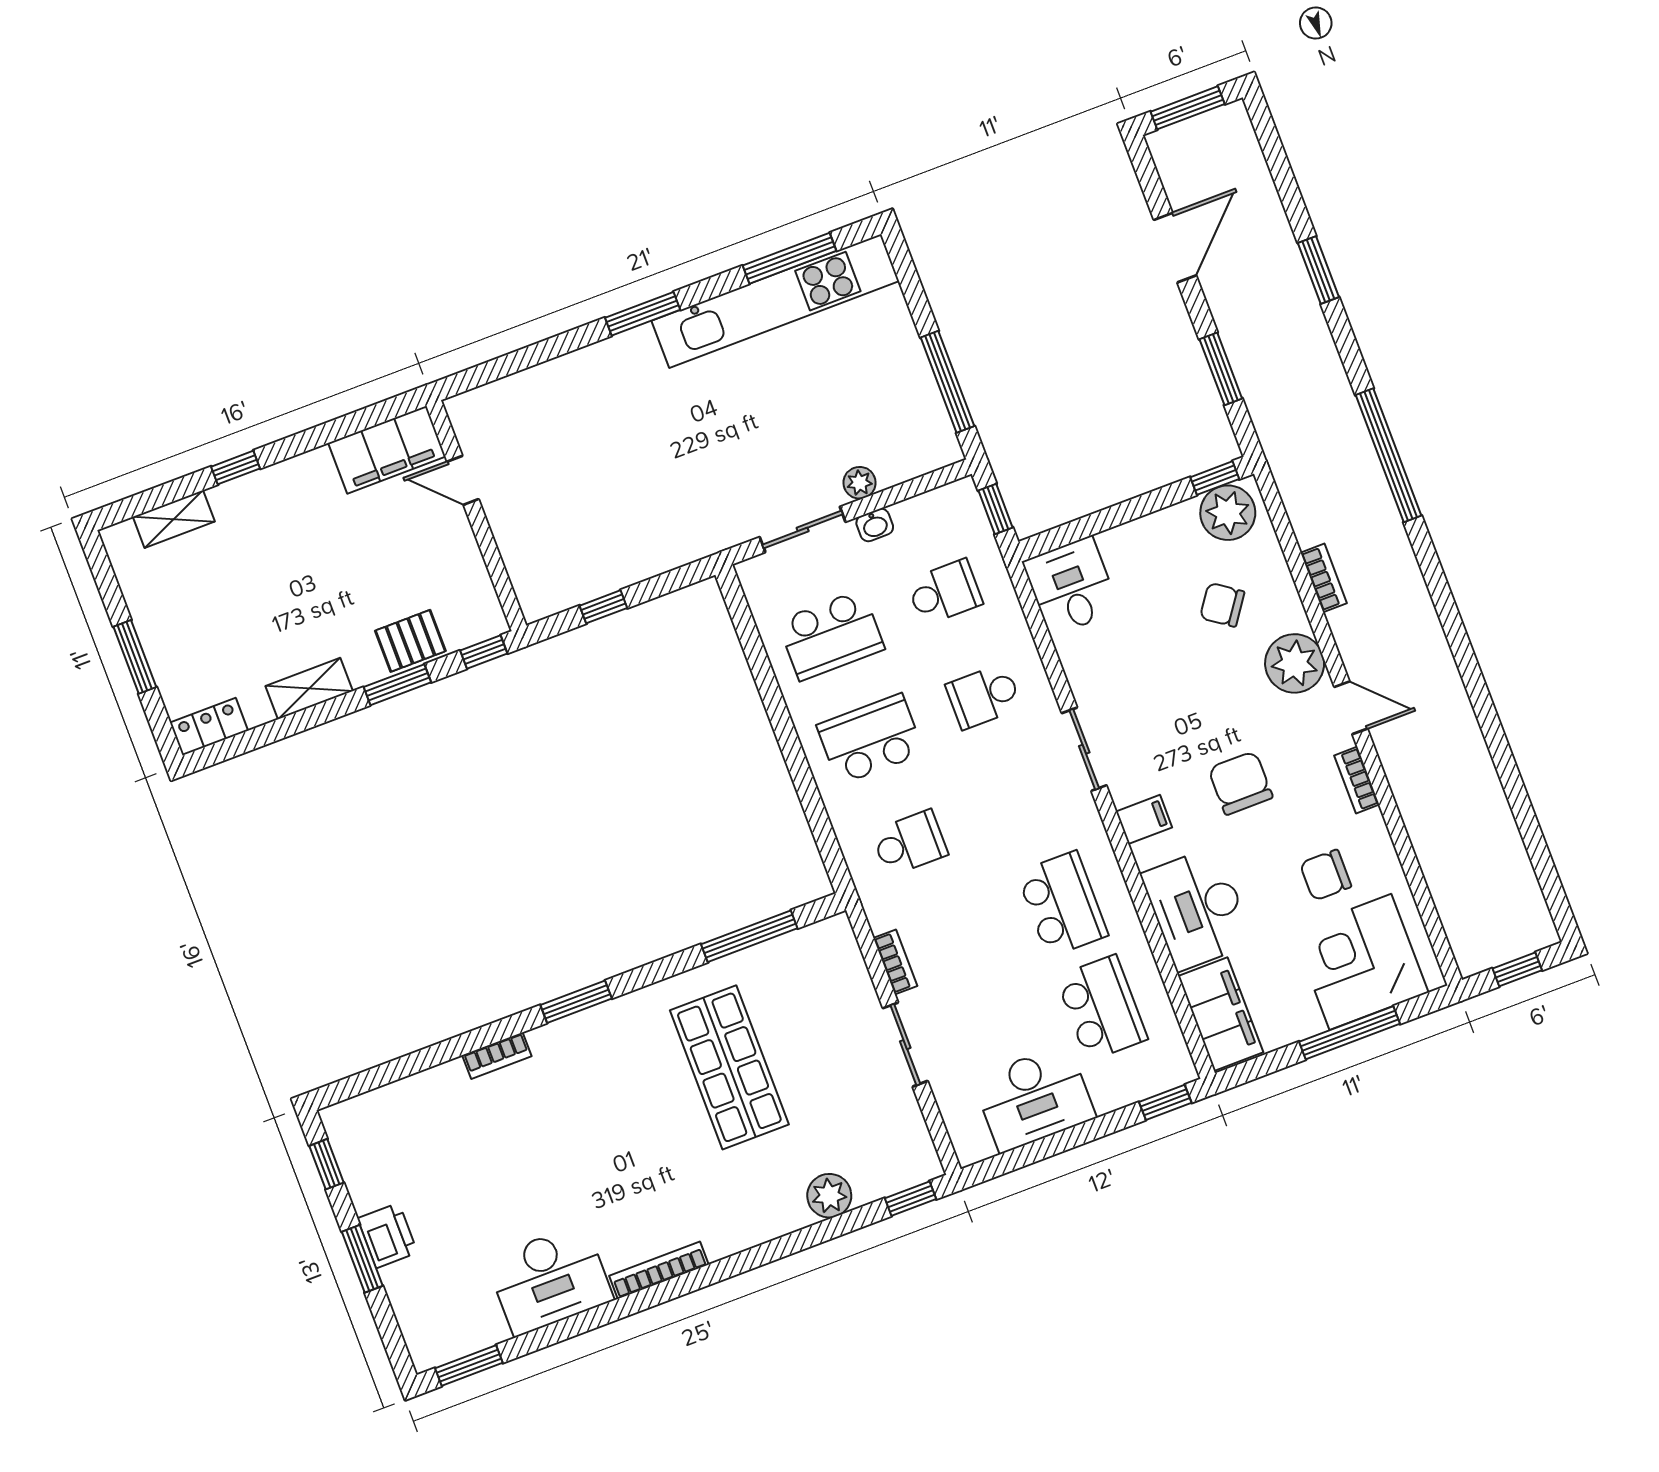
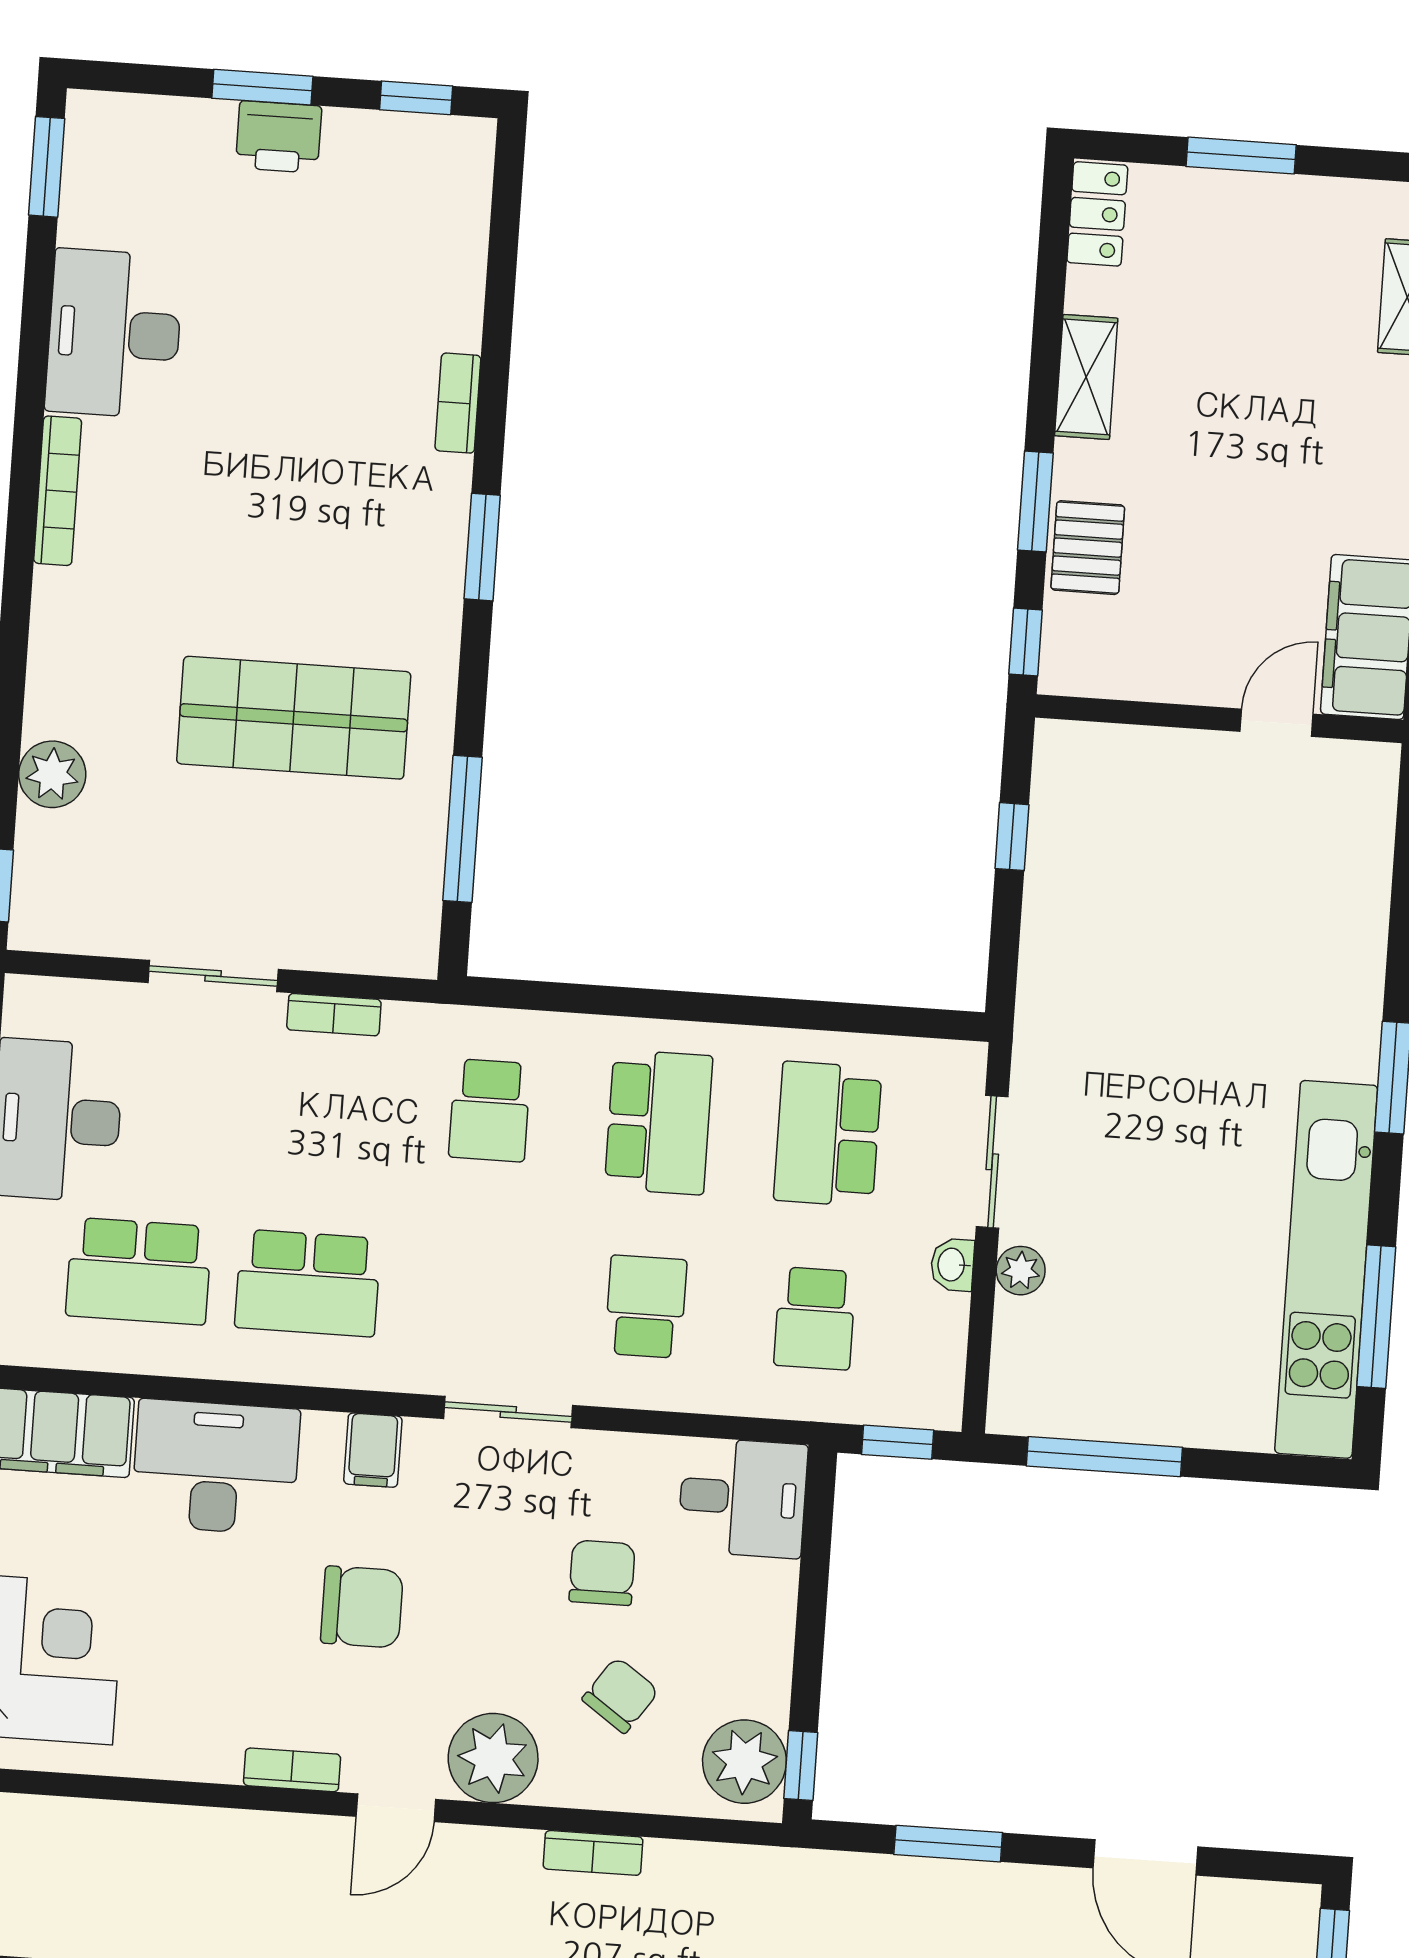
chair: (1326, 875) -> (602, 1573), moved

